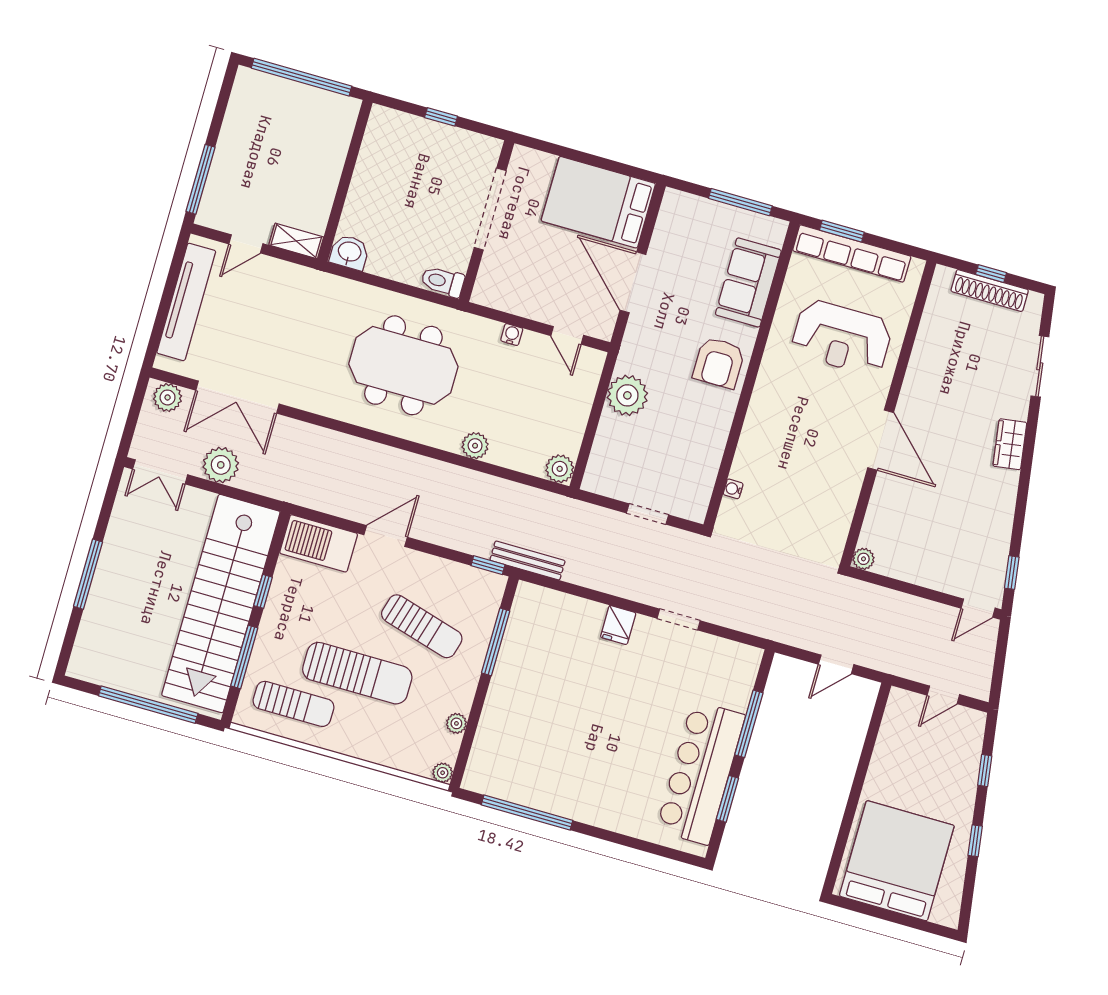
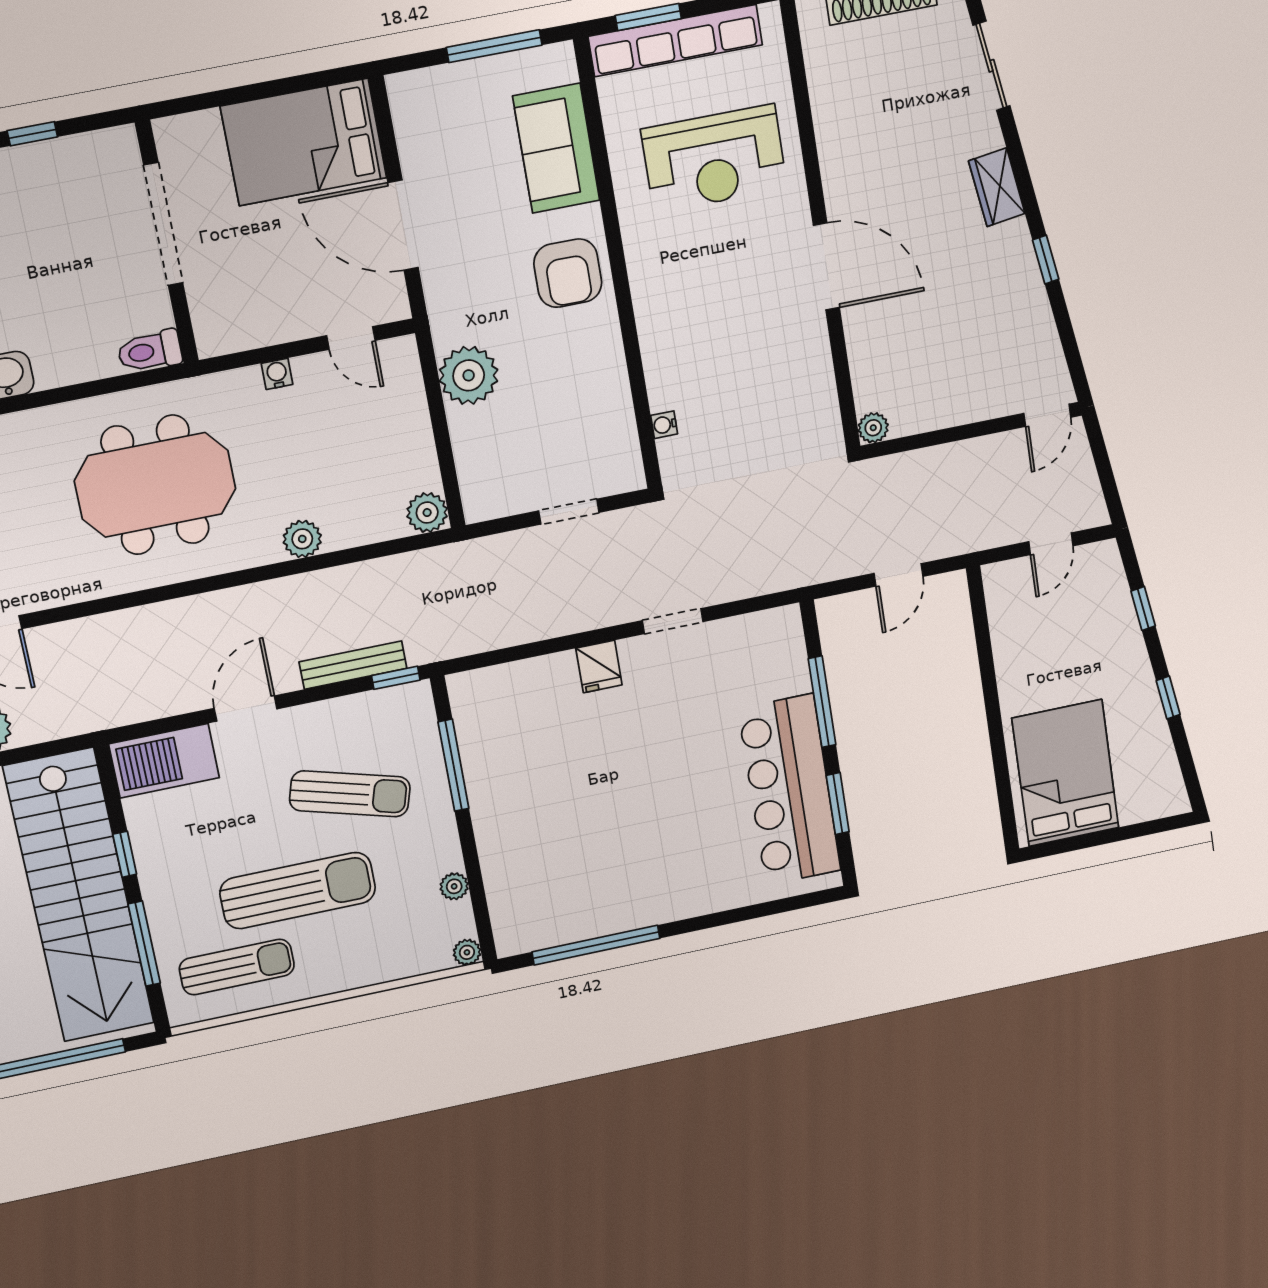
bench: (528, 560) -> (353, 665), moved
window: (1012, 573) -> (1046, 260), moved
bed: (897, 861) -> (1065, 773), width x0.73

